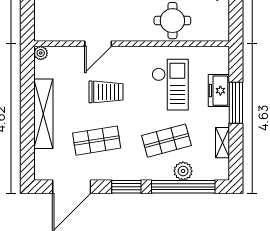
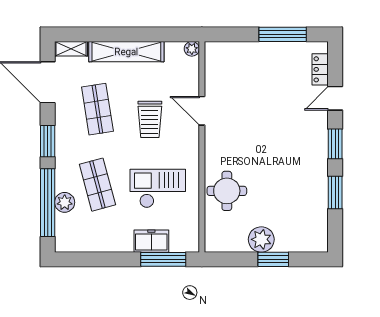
checkout: (170, 85) -> (158, 188), turned 180
window: (236, 103) -> (163, 259), moved
shelving: (223, 143) -> (71, 49), moved

